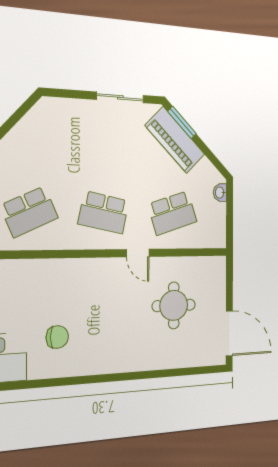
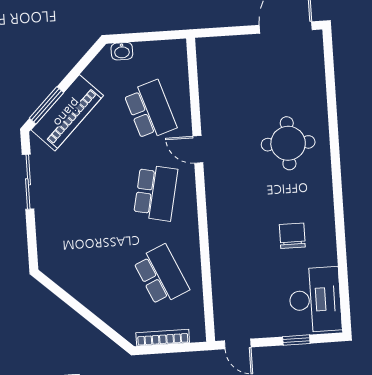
door: (138, 253) -> (198, 149), swing flipped
round table: (174, 305) -> (288, 143), moved

